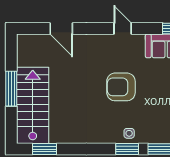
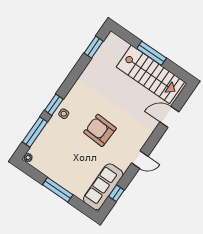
armchair: (121, 87) -> (100, 130), turned -87
stairs: (33, 105) -> (150, 74), moved

